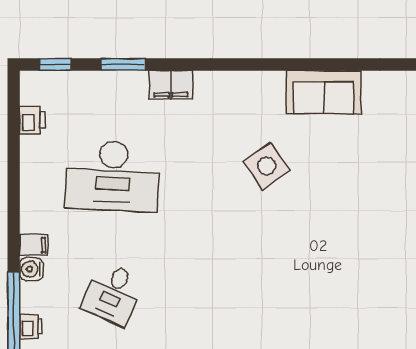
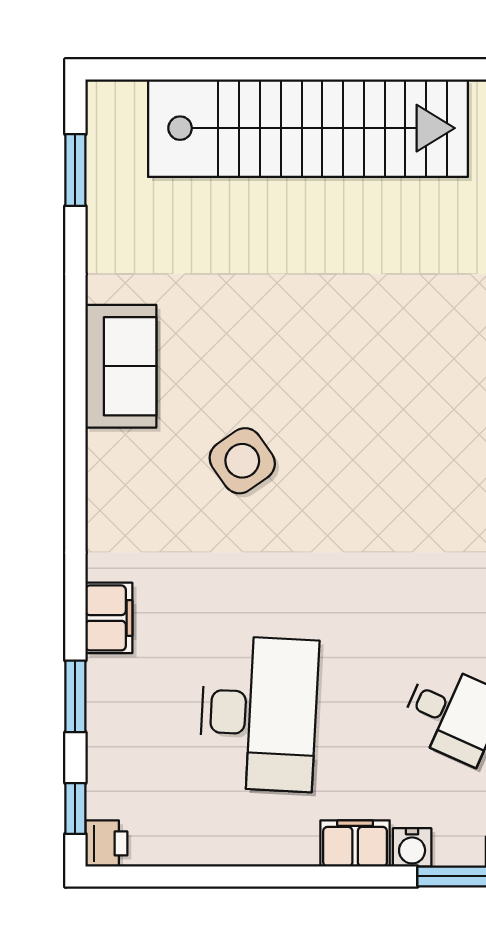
printer: (32, 120) -> (106, 843), moved, turned 90
filing cabinet: (34, 245) -> (355, 843), width x2.00

